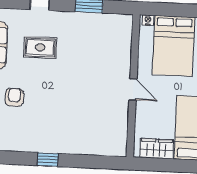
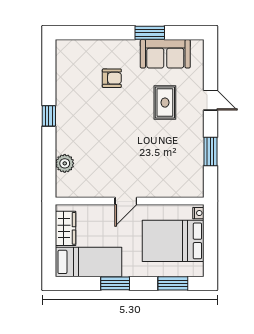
plant: (94, 146) -> (65, 163), added

